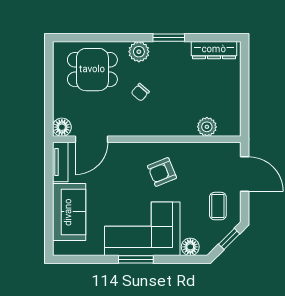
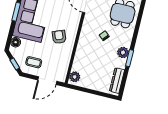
plant: (139, 52) -> (123, 53), moved
plant: (207, 127) -> (75, 77), moved

